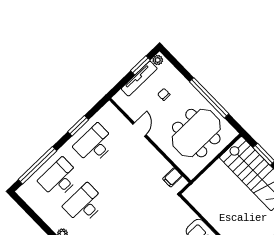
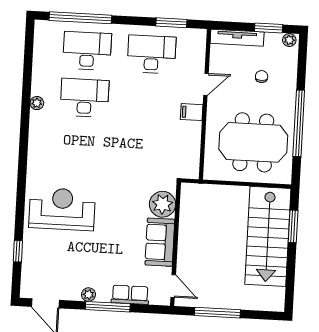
tv unit: (139, 79) -> (237, 38), moved
window: (78, 126) -> (171, 23), moved
filing cabinet: (172, 177) -> (192, 112), moved
plant: (184, 216) -> (162, 204), added

